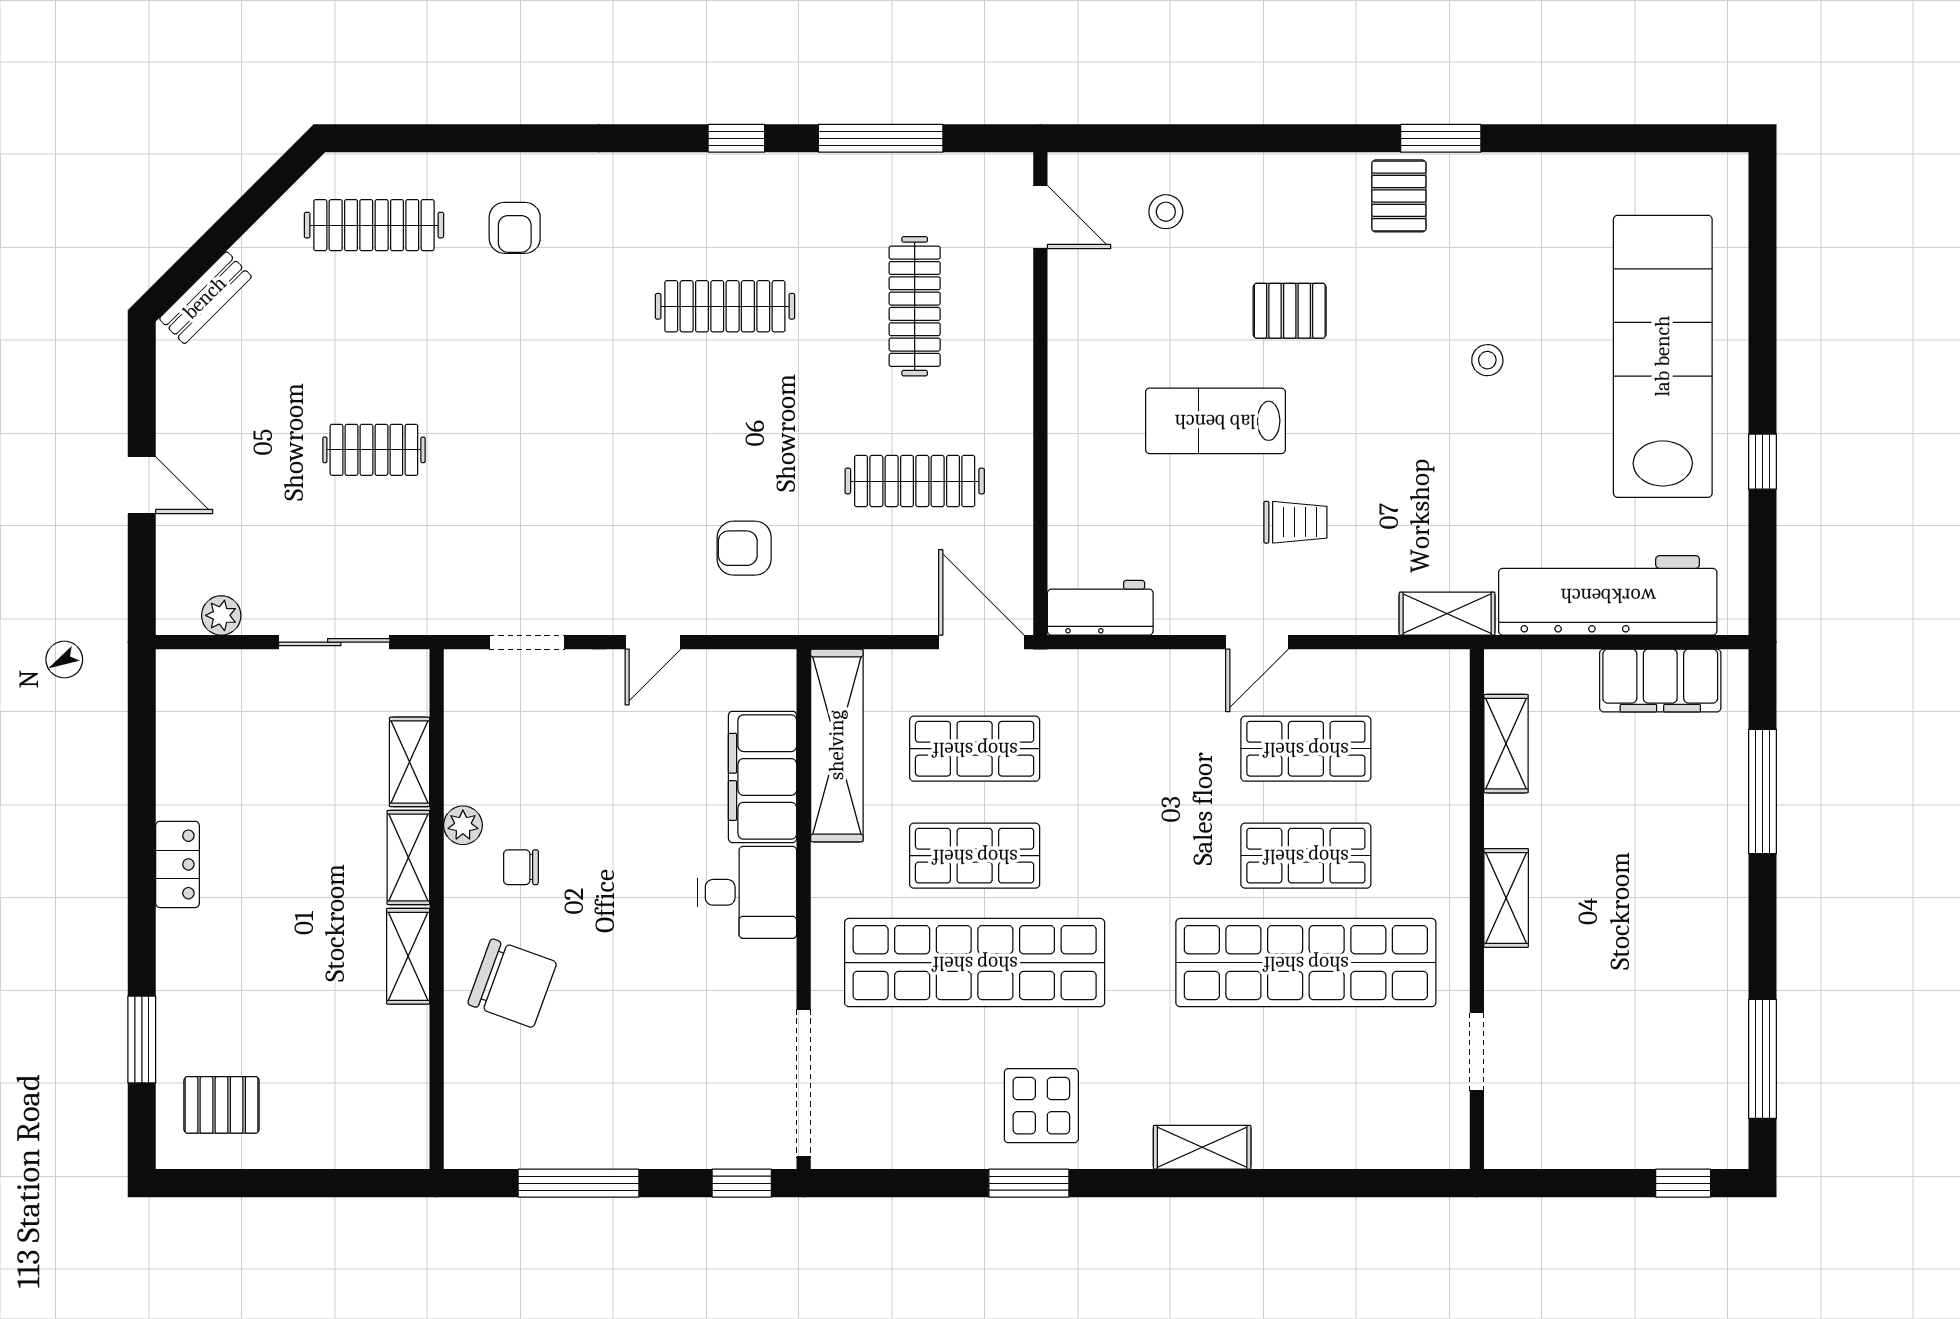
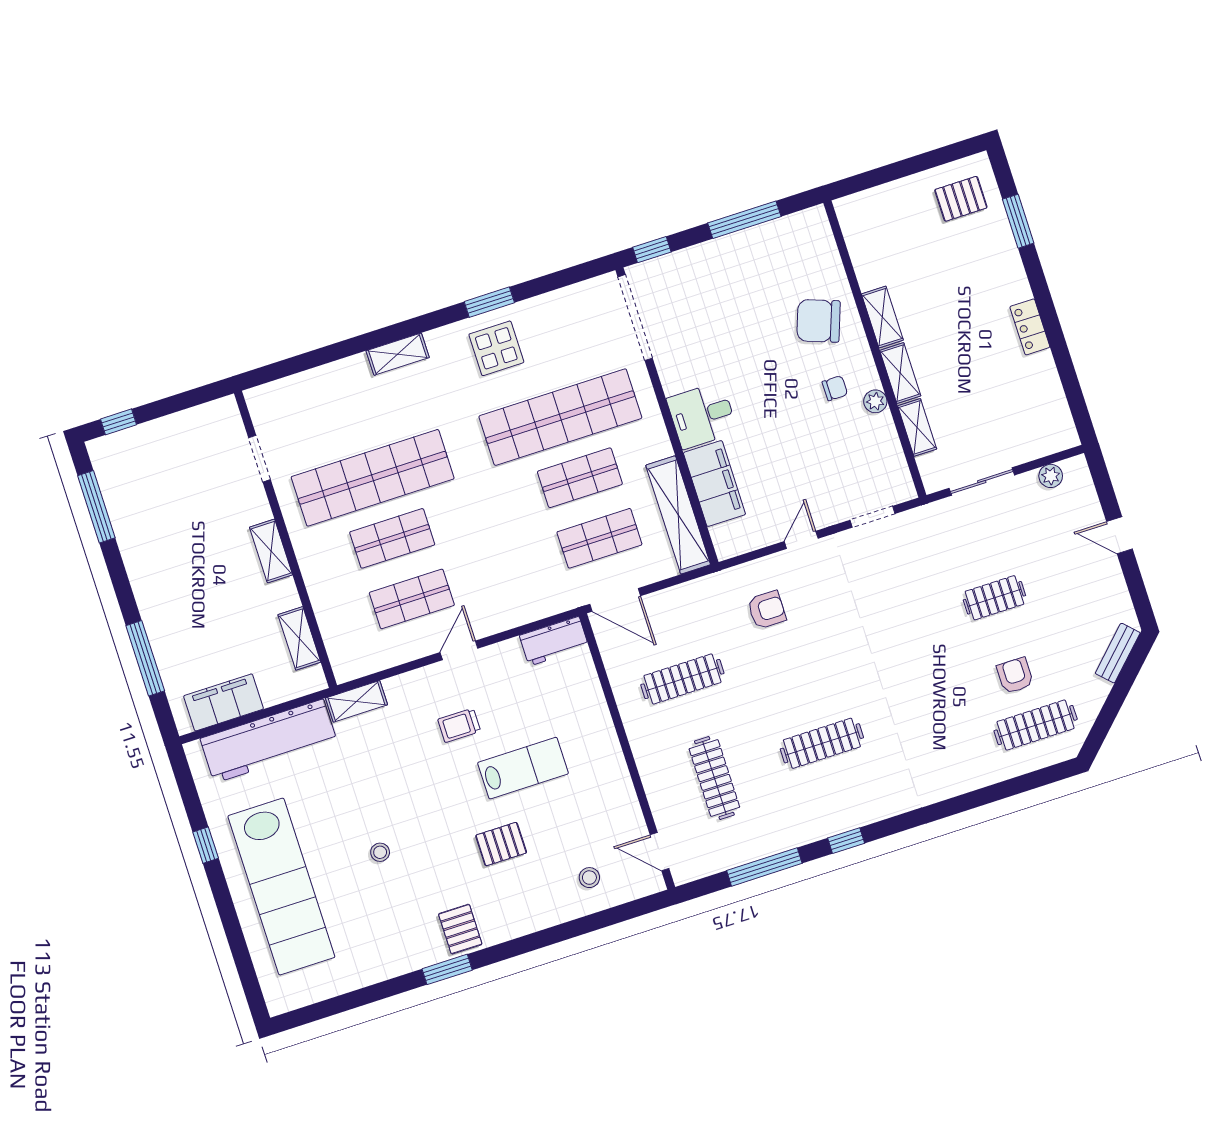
armchair: (515, 228) -> (1015, 676), moved

